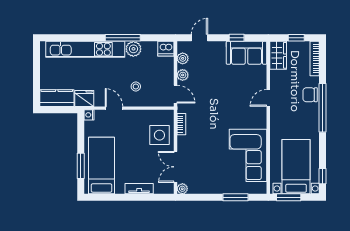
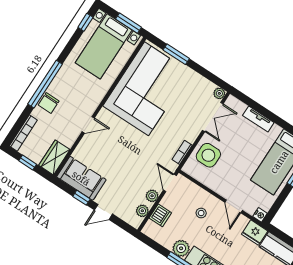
door: (199, 38) -> (103, 212), moved
dishwasher: (166, 49) -> (160, 215), moved, turned 90
chair: (310, 95) -> (49, 103), turned 90
corner sofa: (248, 155) -> (146, 89), width x1.36, depth x1.36

